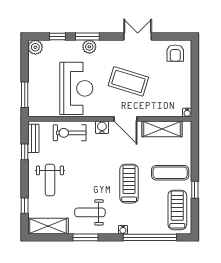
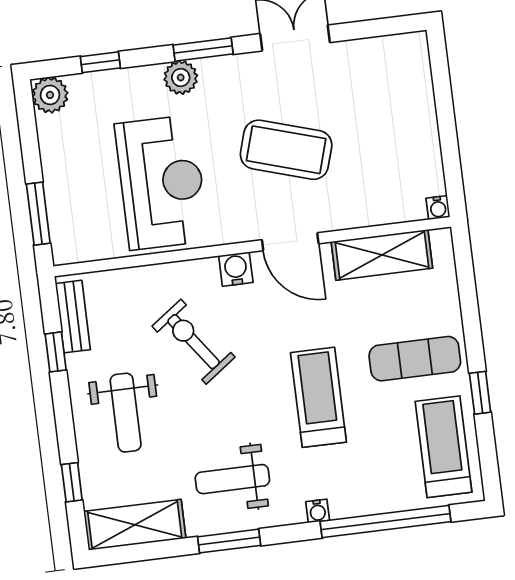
window: (87, 37) -> (203, 49), moved
armchair: (175, 53) -> (391, 67), removed
exercise bike: (70, 133) -> (194, 342), moved, turned 54

